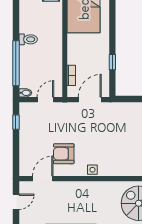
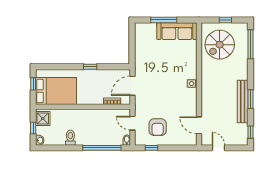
toilet: (28, 39) -> (70, 138), moved
window: (112, 62) -> (90, 67), moved
door: (90, 100) -> (132, 86), hinge flipped
armchair: (64, 154) -> (158, 127), moved

